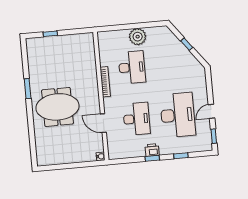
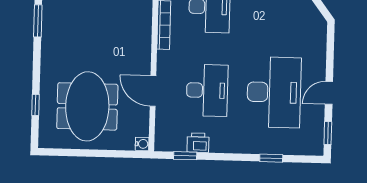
meeting table: (57, 107) -> (87, 106), moved, turned 90
window: (32, 140) -> (35, 105), added
printer: (152, 150) -> (198, 143), moved
window: (152, 158) -> (185, 156), moved

